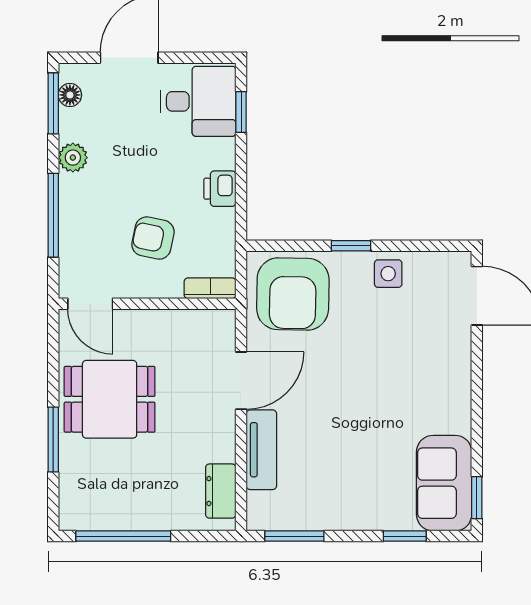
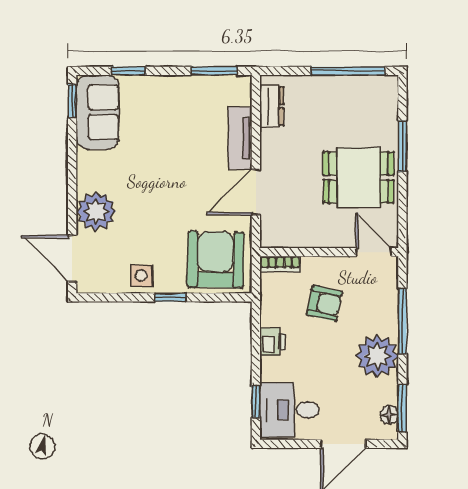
plant: (73, 158) -> (377, 356), width x1.87, depth x1.87
plant: (446, 356) -> (96, 211), added

